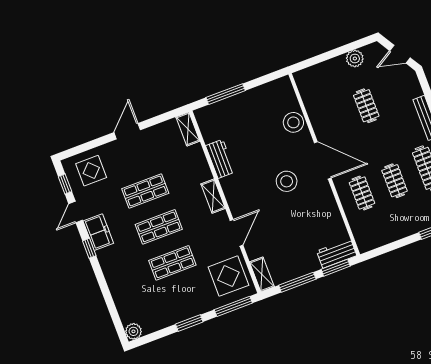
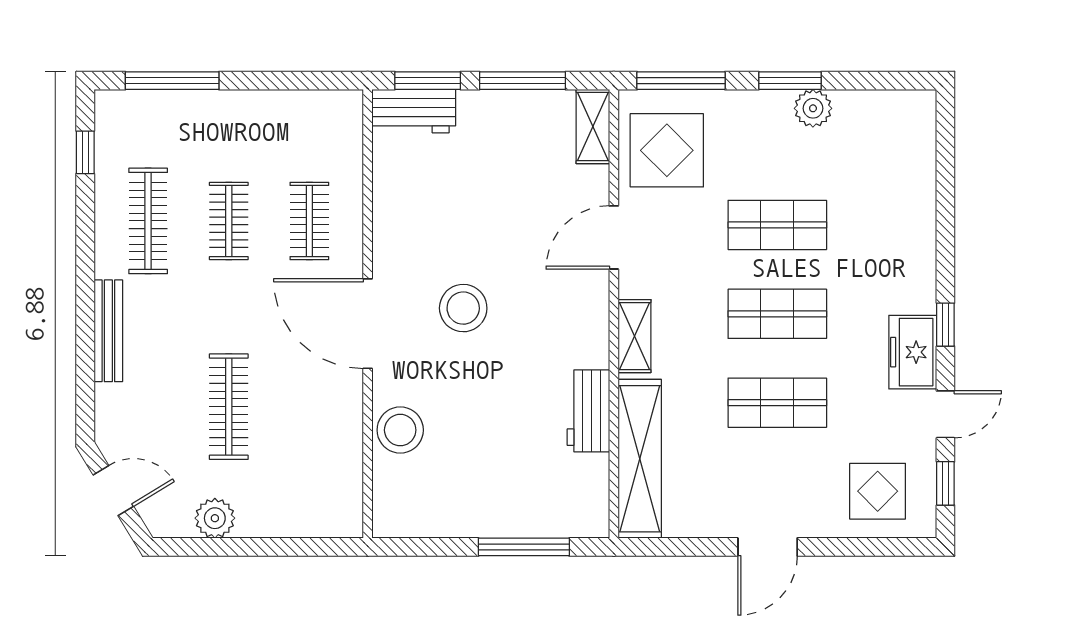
clothes rail: (366, 106) -> (229, 407), width x1.36
shelving: (188, 129) -> (640, 459), width x2.20, depth x1.33
plant: (133, 331) -> (813, 108), moved

